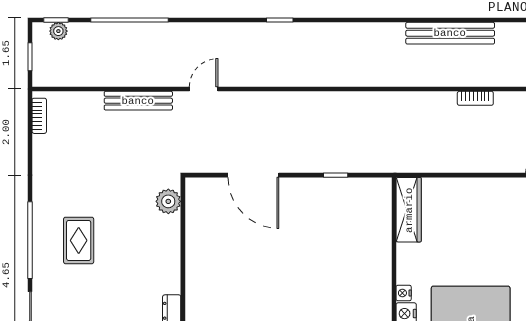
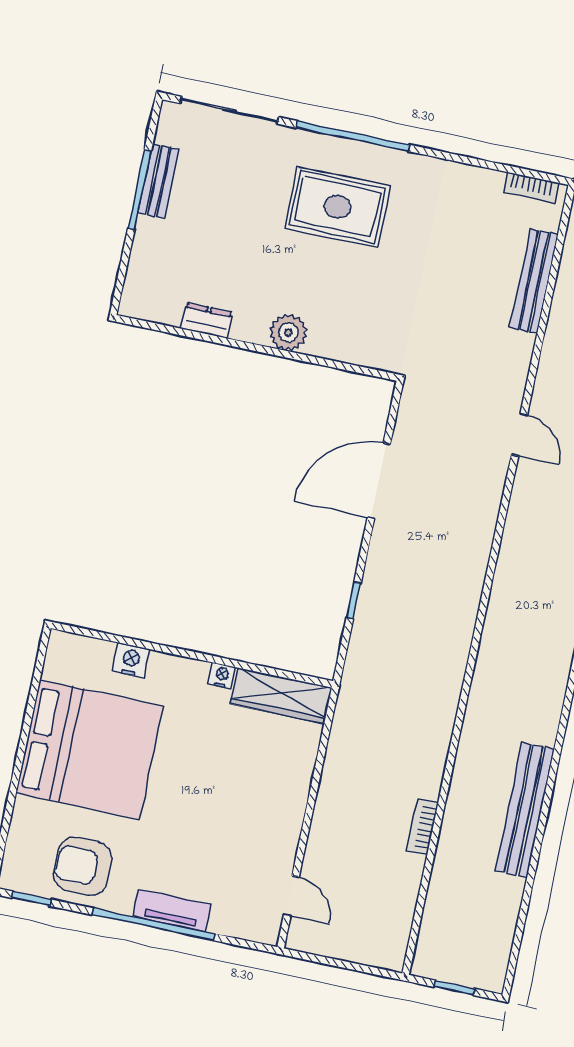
bench: (138, 101) -> (534, 281), moved
plant: (168, 201) -> (288, 332), moved
rug: (79, 240) -> (338, 207), width x1.36, depth x1.43
nightstand: (404, 293) -> (222, 676), moved

